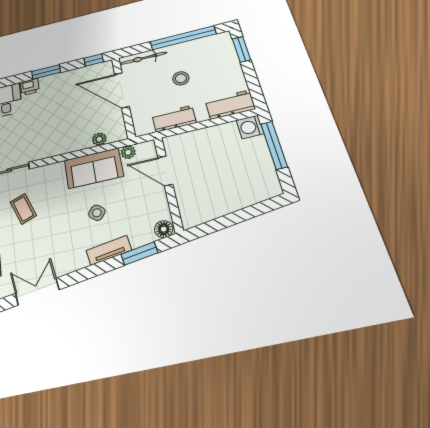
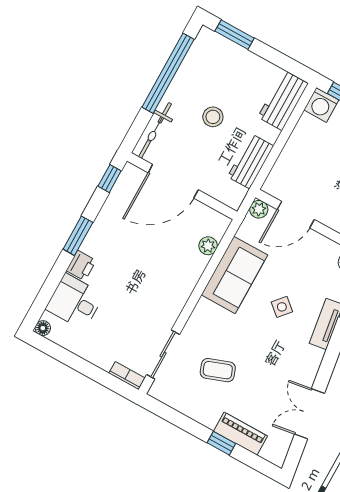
plant: (128, 152) -> (259, 209), moved

